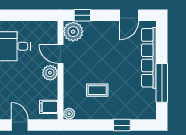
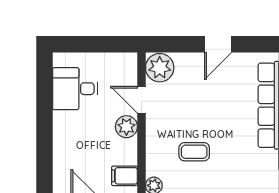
window: (82, 15) -> (173, 44), removed
door: (129, 15) -> (218, 44), moved

